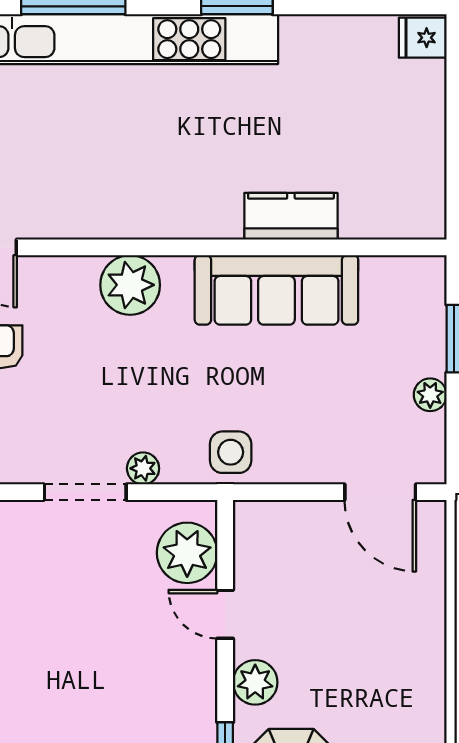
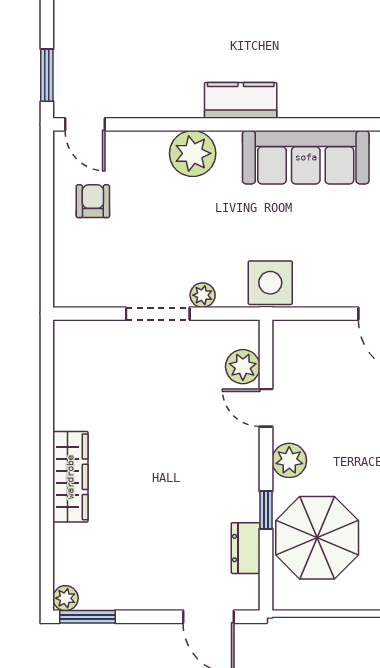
kitchen counter: (291, 216) -> (241, 100), moved
side table: (231, 452) -> (270, 283), width x1.37, depth x1.37
plant: (187, 553) -> (243, 367), width x0.73, depth x0.73

